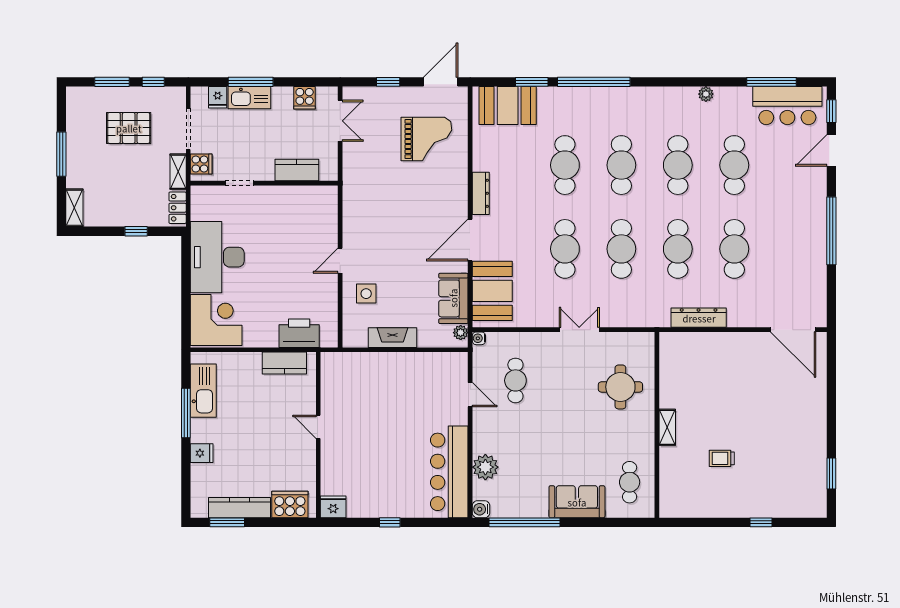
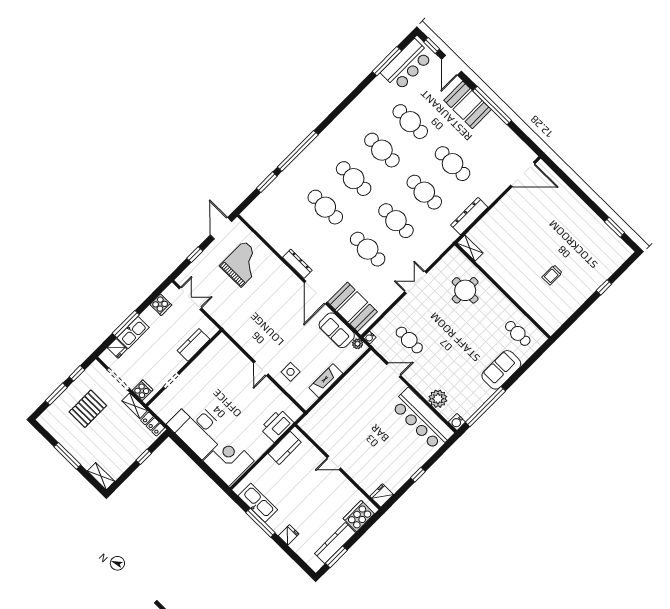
plant: (706, 94) -> (360, 100), removed
booth: (508, 106) -> (468, 105), moved, turned 90
shelving: (667, 427) -> (470, 248), moved

